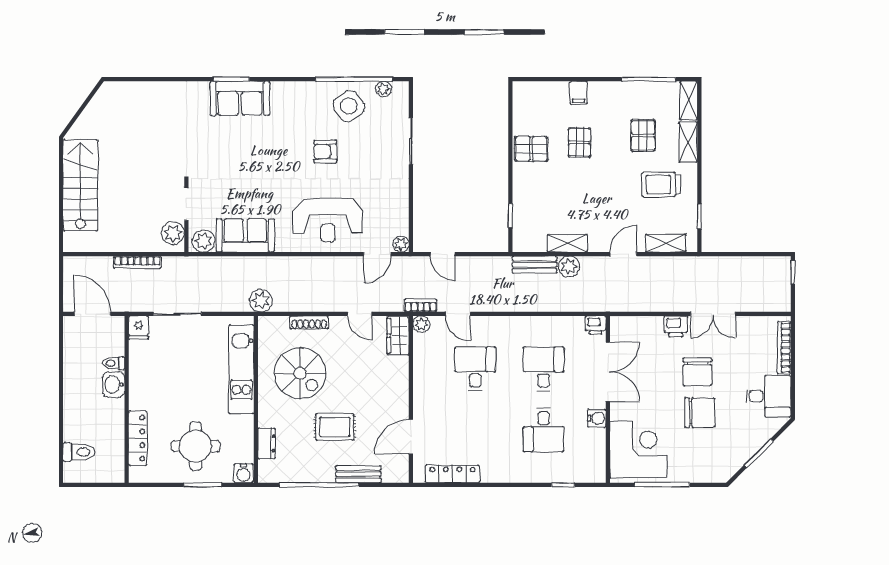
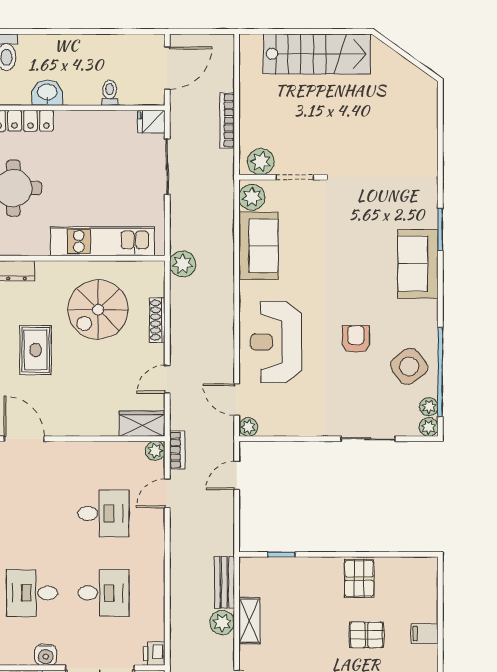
plant: (401, 89) -> (429, 427), added
sofa: (240, 98) -> (418, 264), moved
washbasin: (114, 385) -> (47, 93), moved

